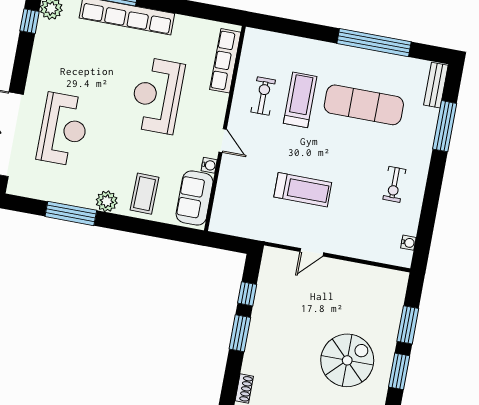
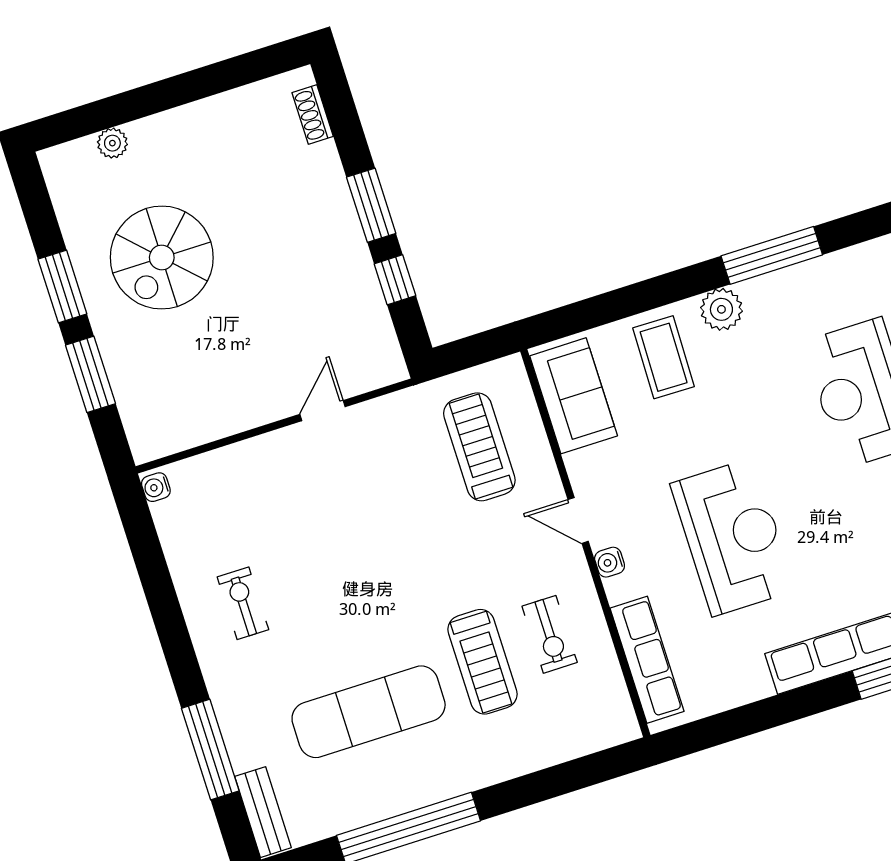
water cooler: (209, 165) -> (610, 562), moved
treadmill: (303, 190) -> (479, 447), moved, turned 90
water cooler: (408, 243) -> (156, 487), moved

